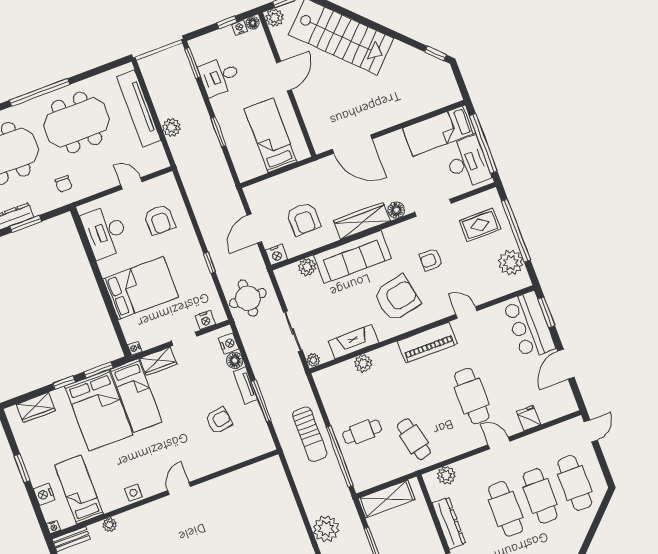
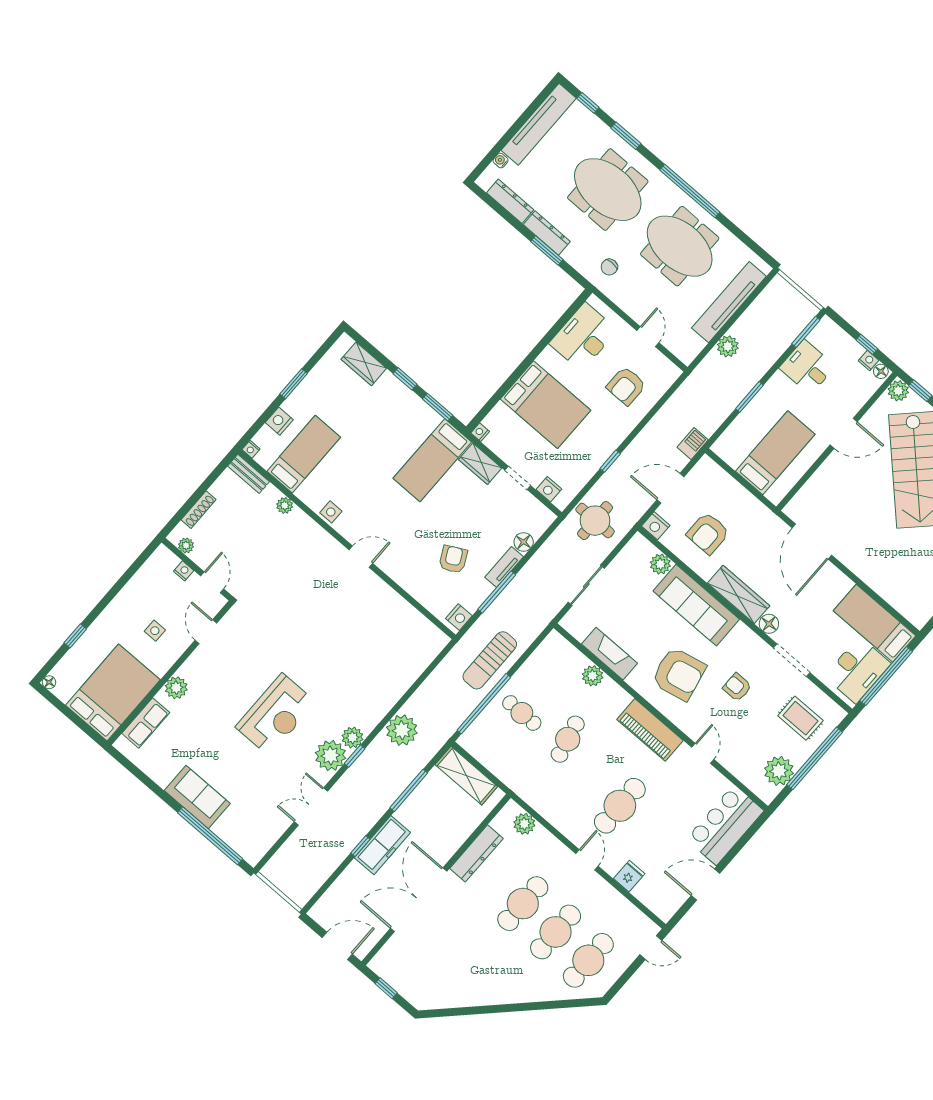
barbecue: (230, 194) -> (693, 444), added
window: (546, 312) -> (748, 835), removed
nightstand: (229, 344) -> (459, 617), moved
plant: (313, 360) -> (568, 623), removed
bed: (99, 410) -> (396, 430), removed
armchair: (219, 420) -> (453, 559), turned -109
cafe table: (414, 439) -> (568, 739), moved

